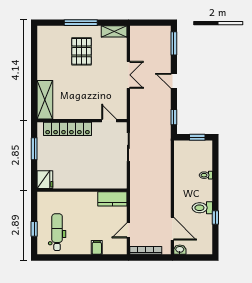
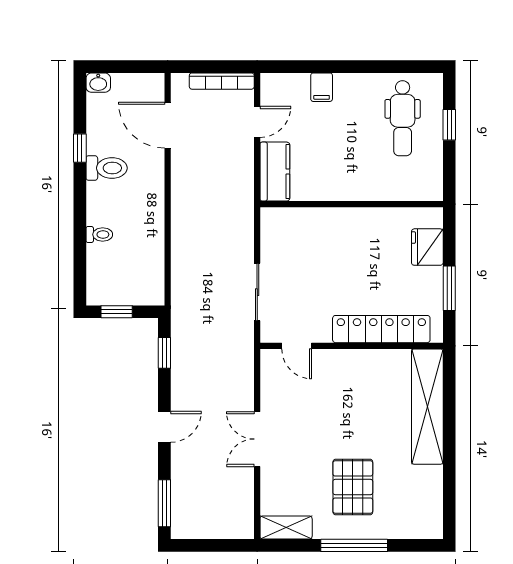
door: (174, 81) -> (164, 427), hinge flipped
shelving: (45, 100) -> (427, 407), width x1.47
fridge: (45, 180) -> (427, 247), moved
kitchen counter: (112, 199) -> (275, 172), moved, turned 90
washbasin: (180, 250) -> (98, 83), moved

